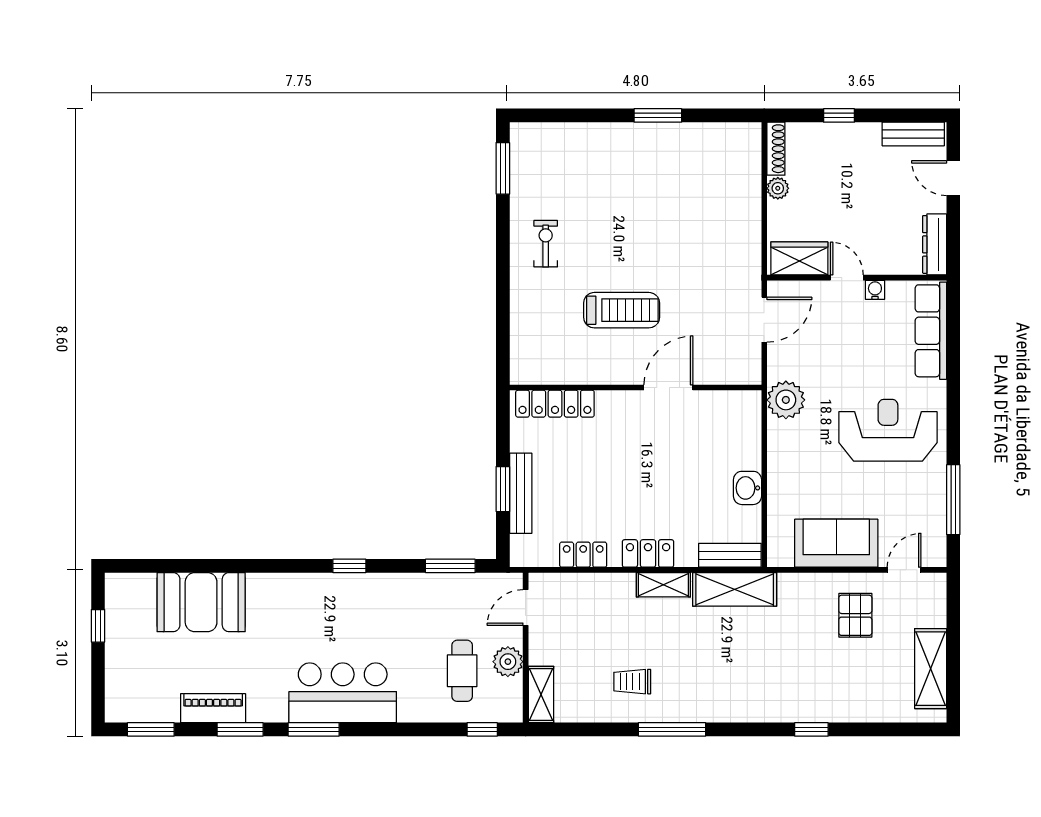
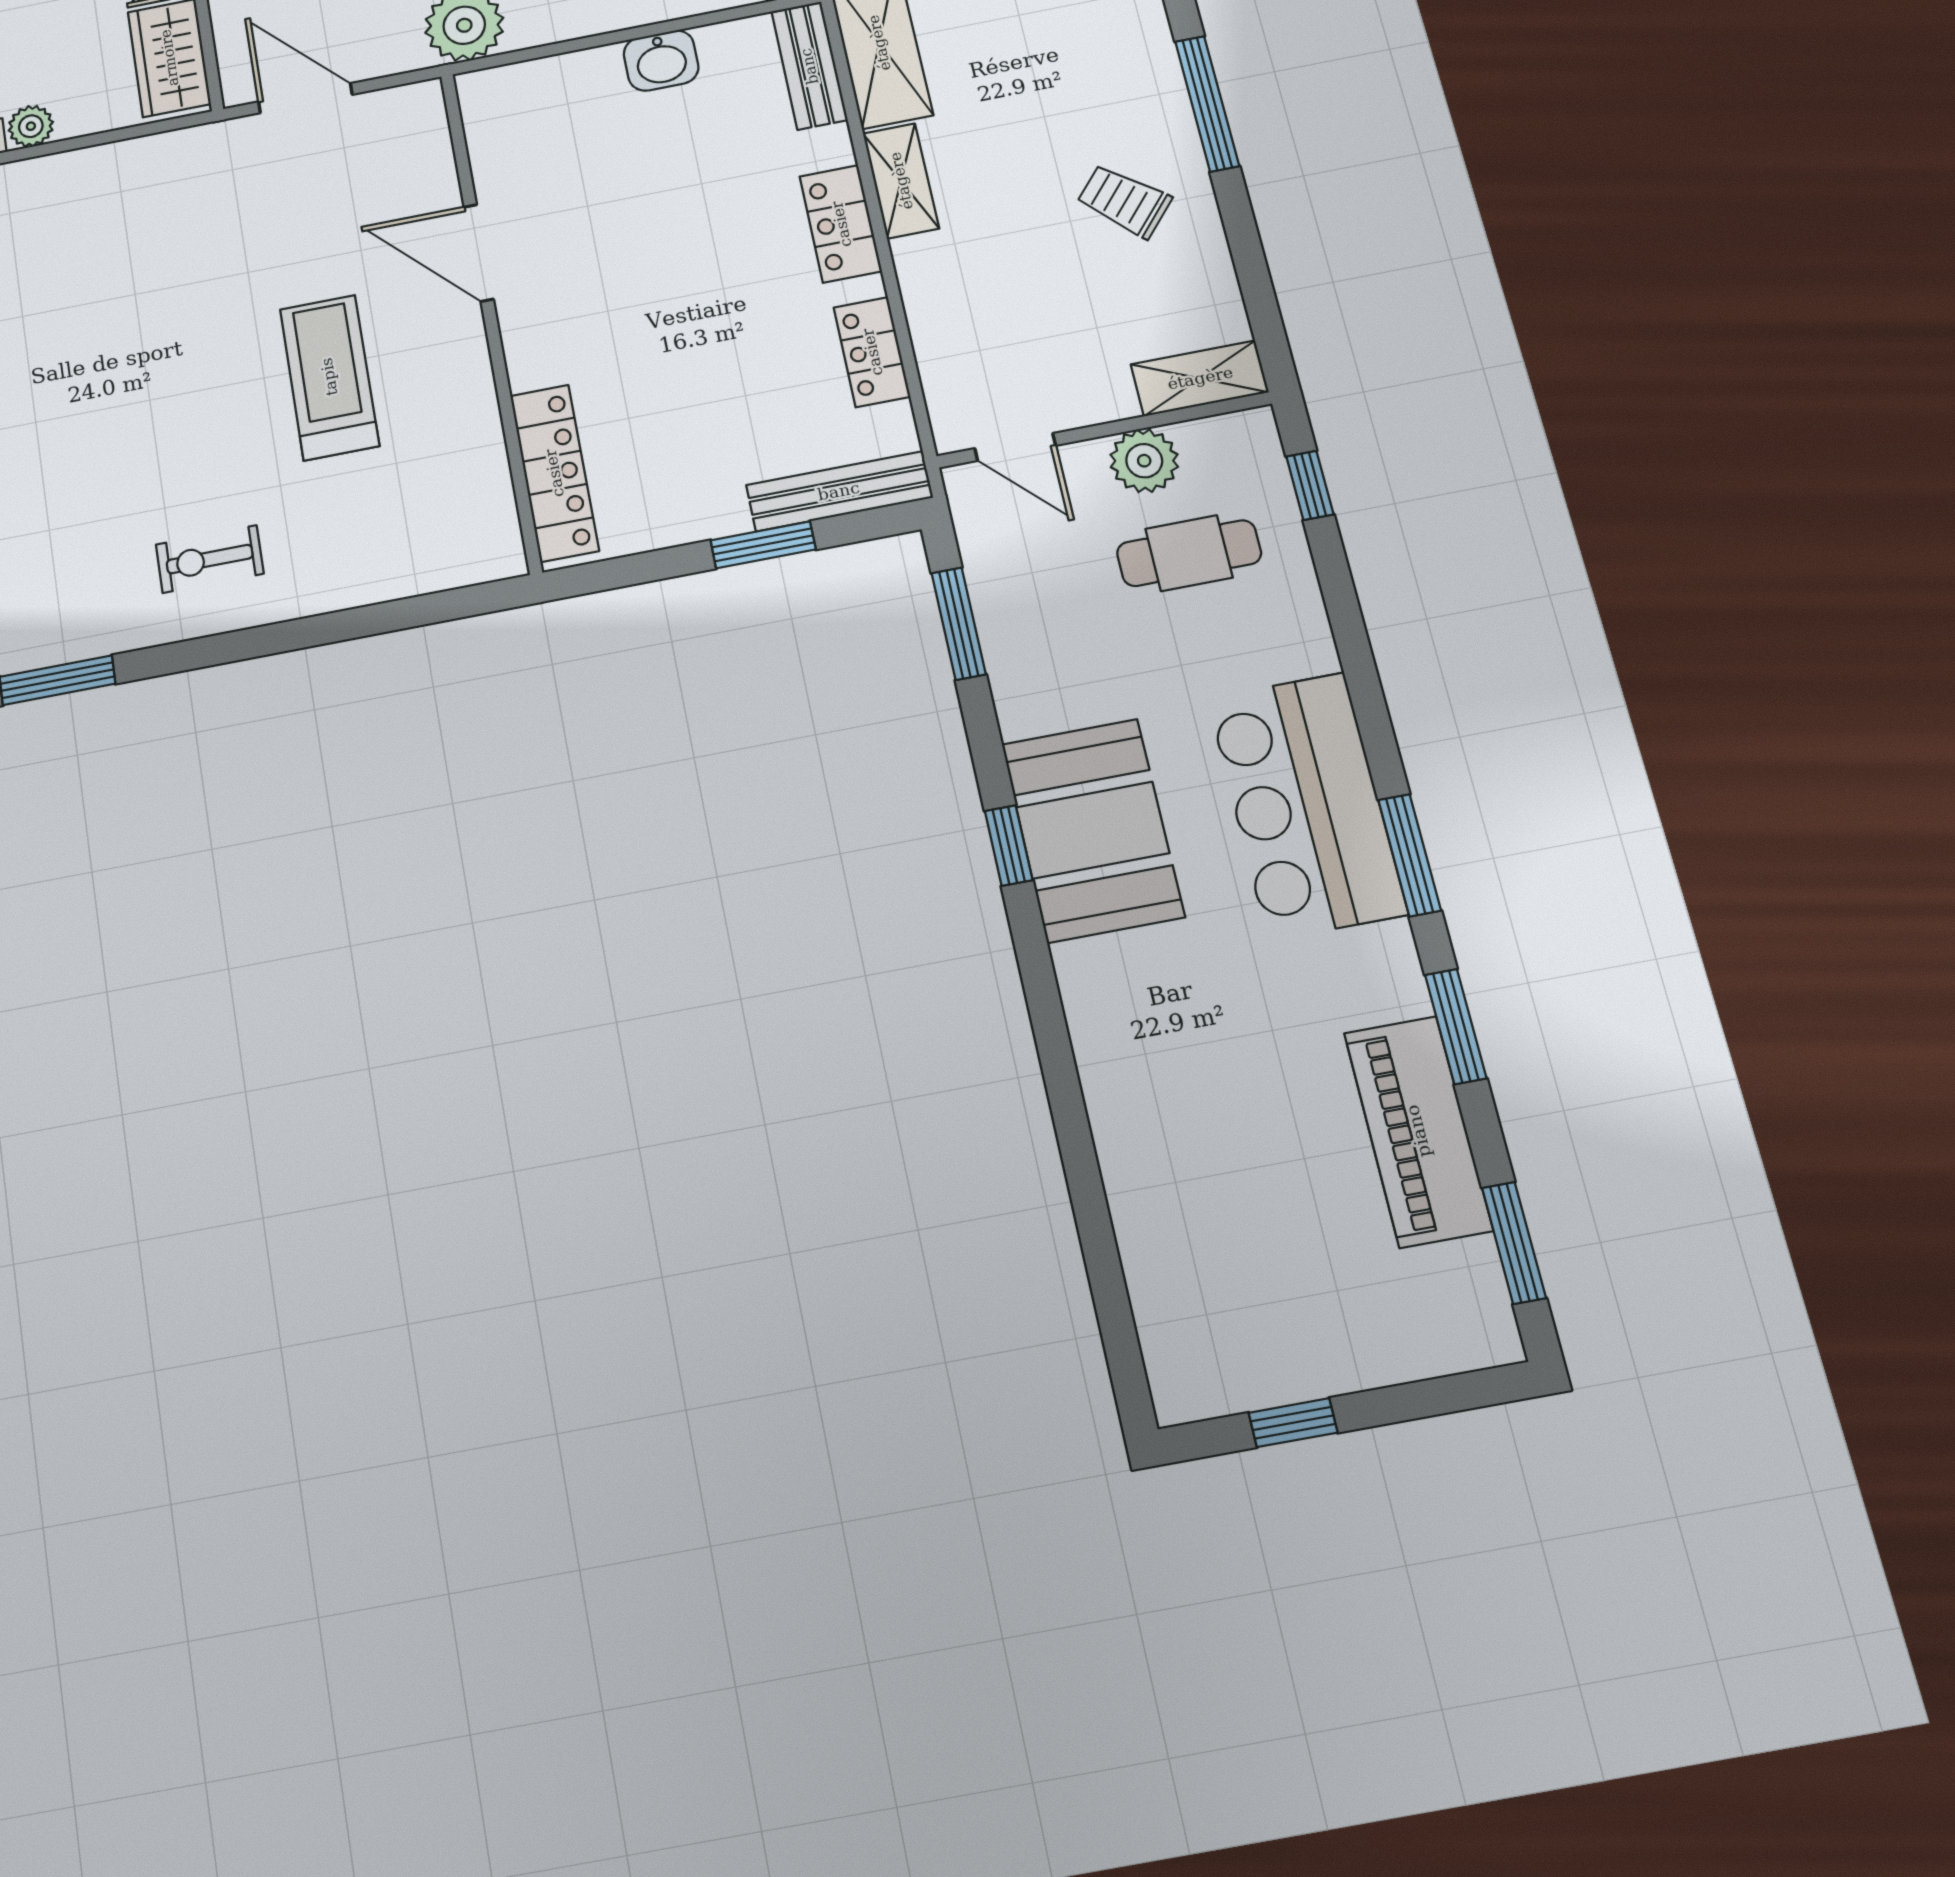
bench: (521, 493) -> (839, 491), moved
booth: (201, 602) -> (1093, 830), moved
trolley: (632, 682) -> (1124, 201), turned 131
piano: (213, 708) -> (1418, 1131), width x1.37, depth x1.33

